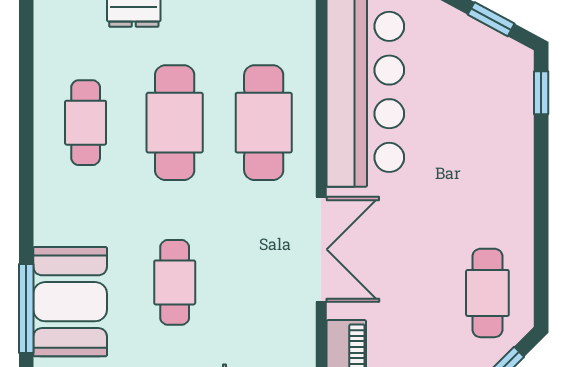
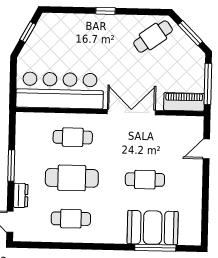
window: (541, 93) -> (105, 11), moved
cafe table: (264, 123) -> (73, 137), width x0.73, depth x0.74
cafe table: (487, 293) -> (153, 37), turned -36

